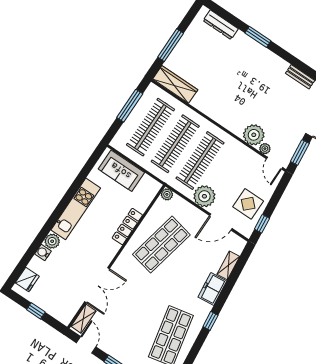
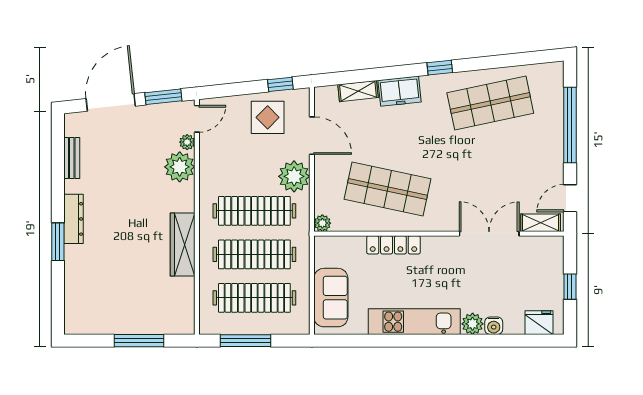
dresser: (221, 25) -> (74, 219), moved
wardrobe: (175, 84) -> (183, 245), moved

